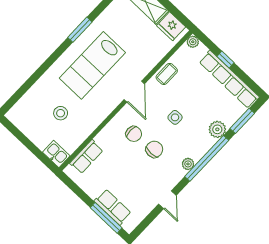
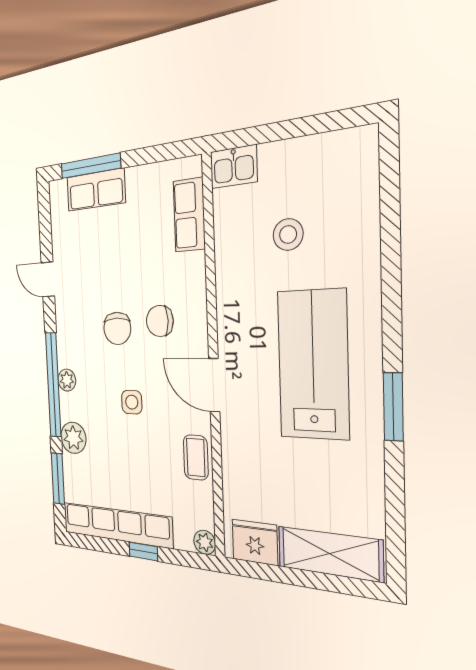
plant: (188, 164) -> (67, 380), moved

